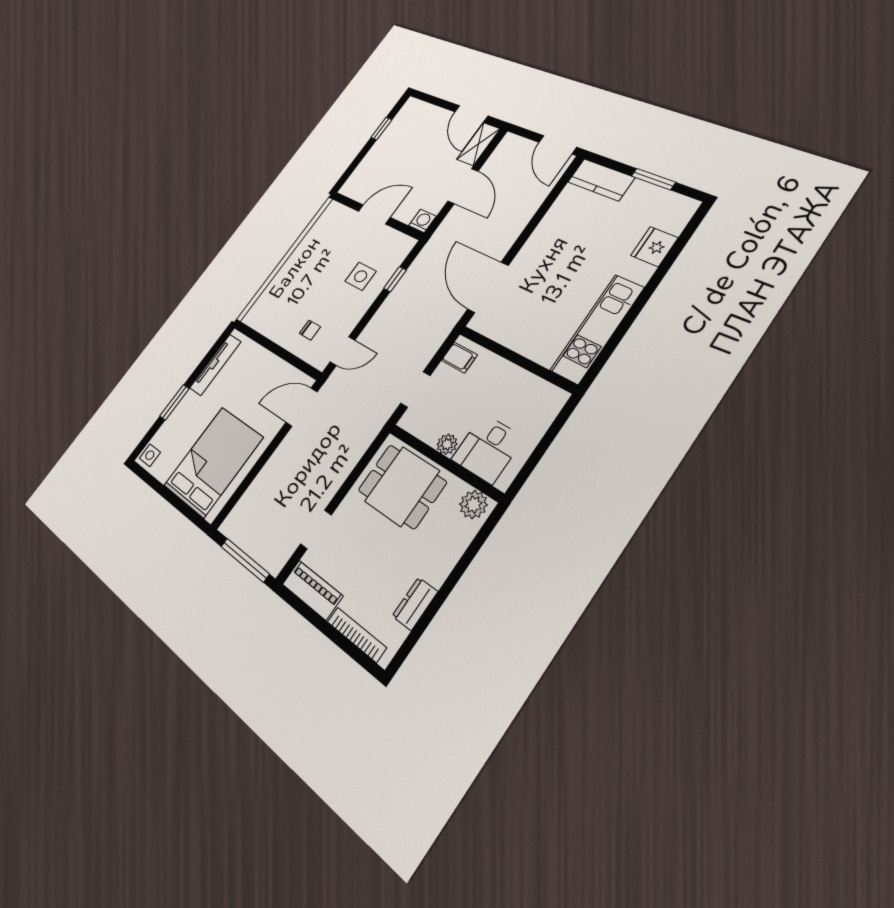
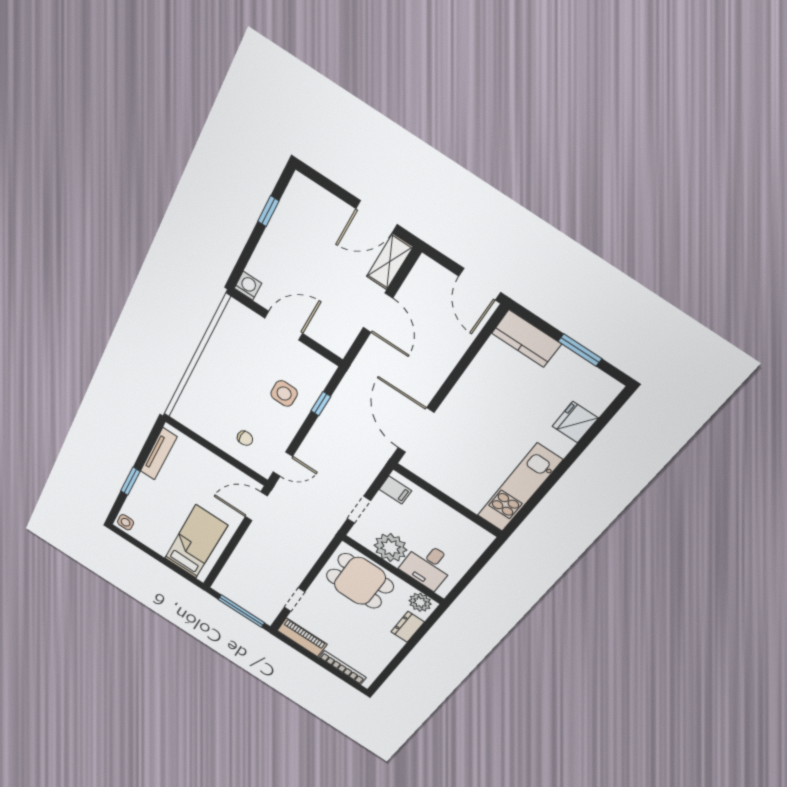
door: (471, 114) -> (376, 217), hinge flipped
washing machine: (422, 221) -> (248, 286), moved
plant: (447, 444) -> (390, 548), width x1.87, depth x1.87
bed: (213, 462) -> (196, 542), width x0.67
dresser: (415, 604) -> (408, 627), moved

